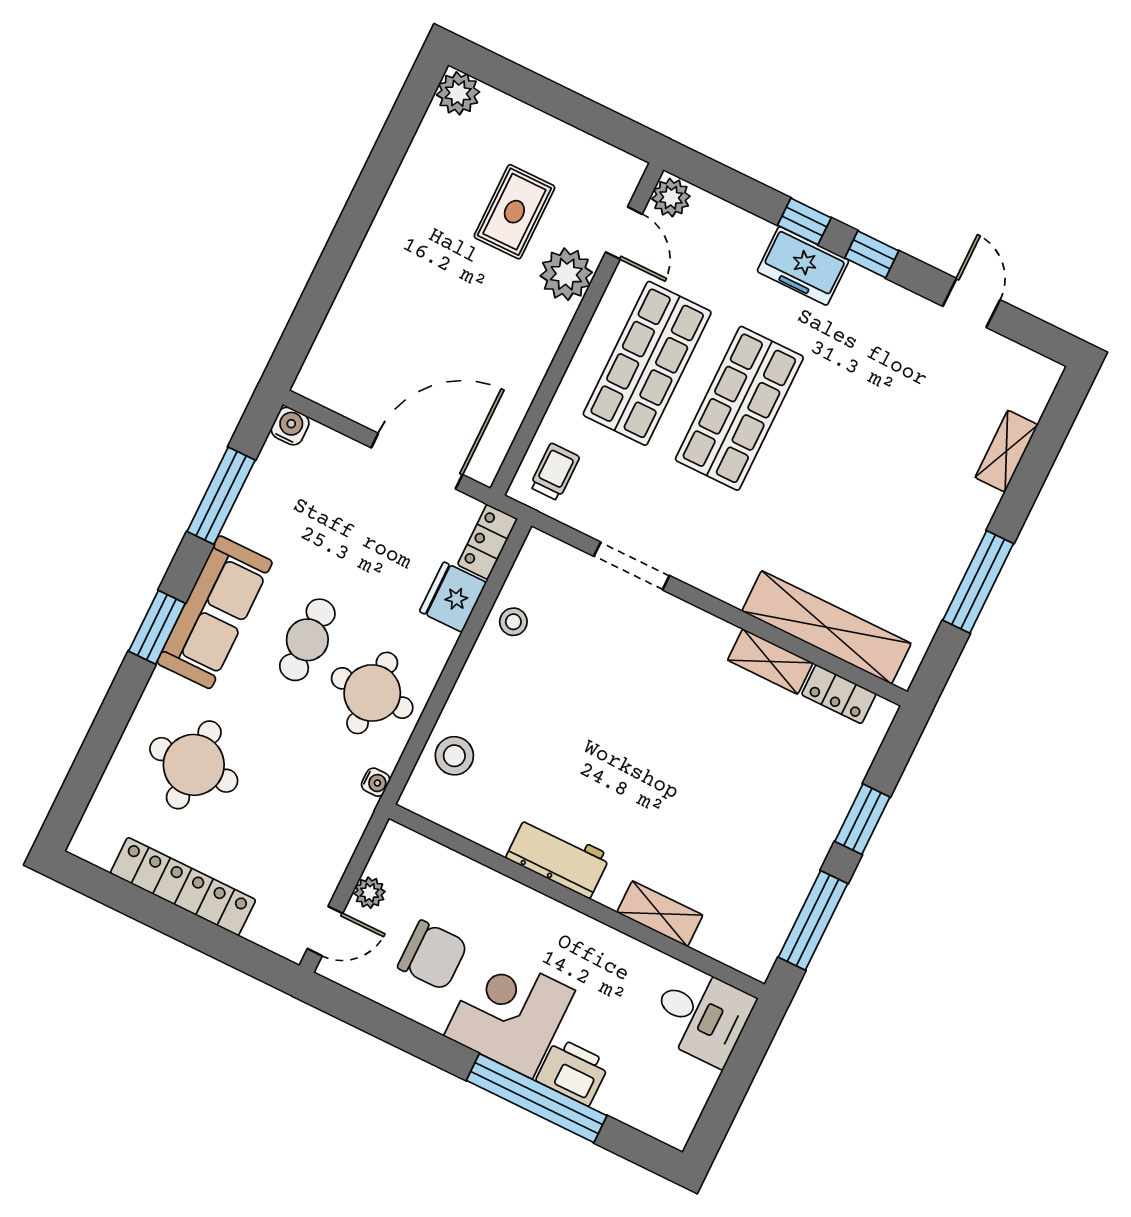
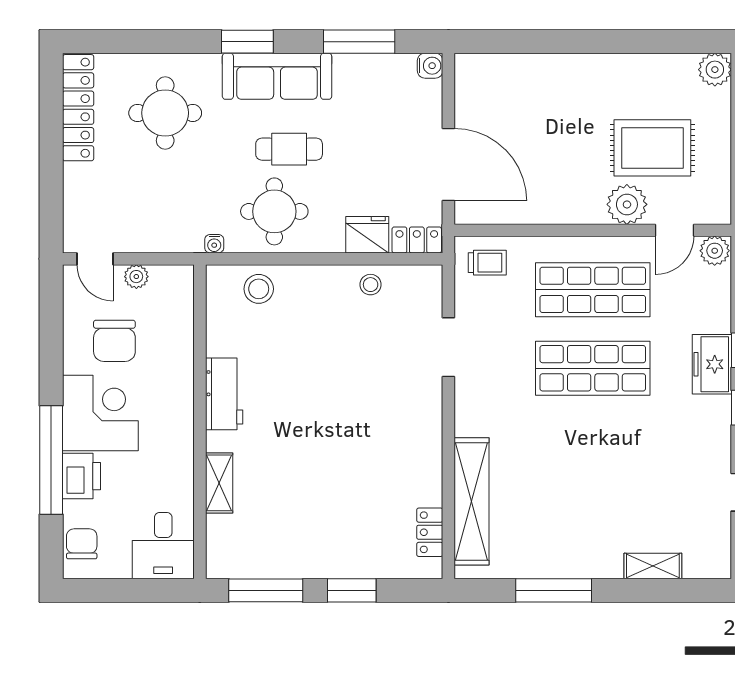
rug: (514, 212) -> (652, 148), width x1.36, depth x1.43
shelving: (770, 662) -> (429, 474), removed
locker: (183, 886) -> (78, 108), moved
chair: (653, 1110) -> (82, 544), added

